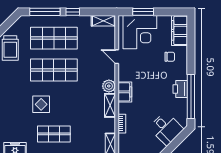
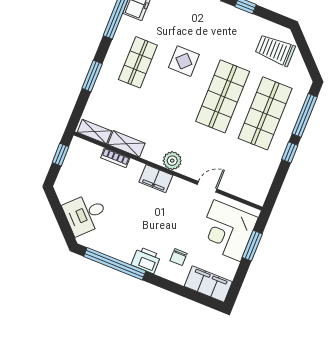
shelving: (103, 21) -> (262, 188), removed
printer: (180, 89) -> (146, 260), moved
shelving: (110, 105) -> (126, 144), moved

